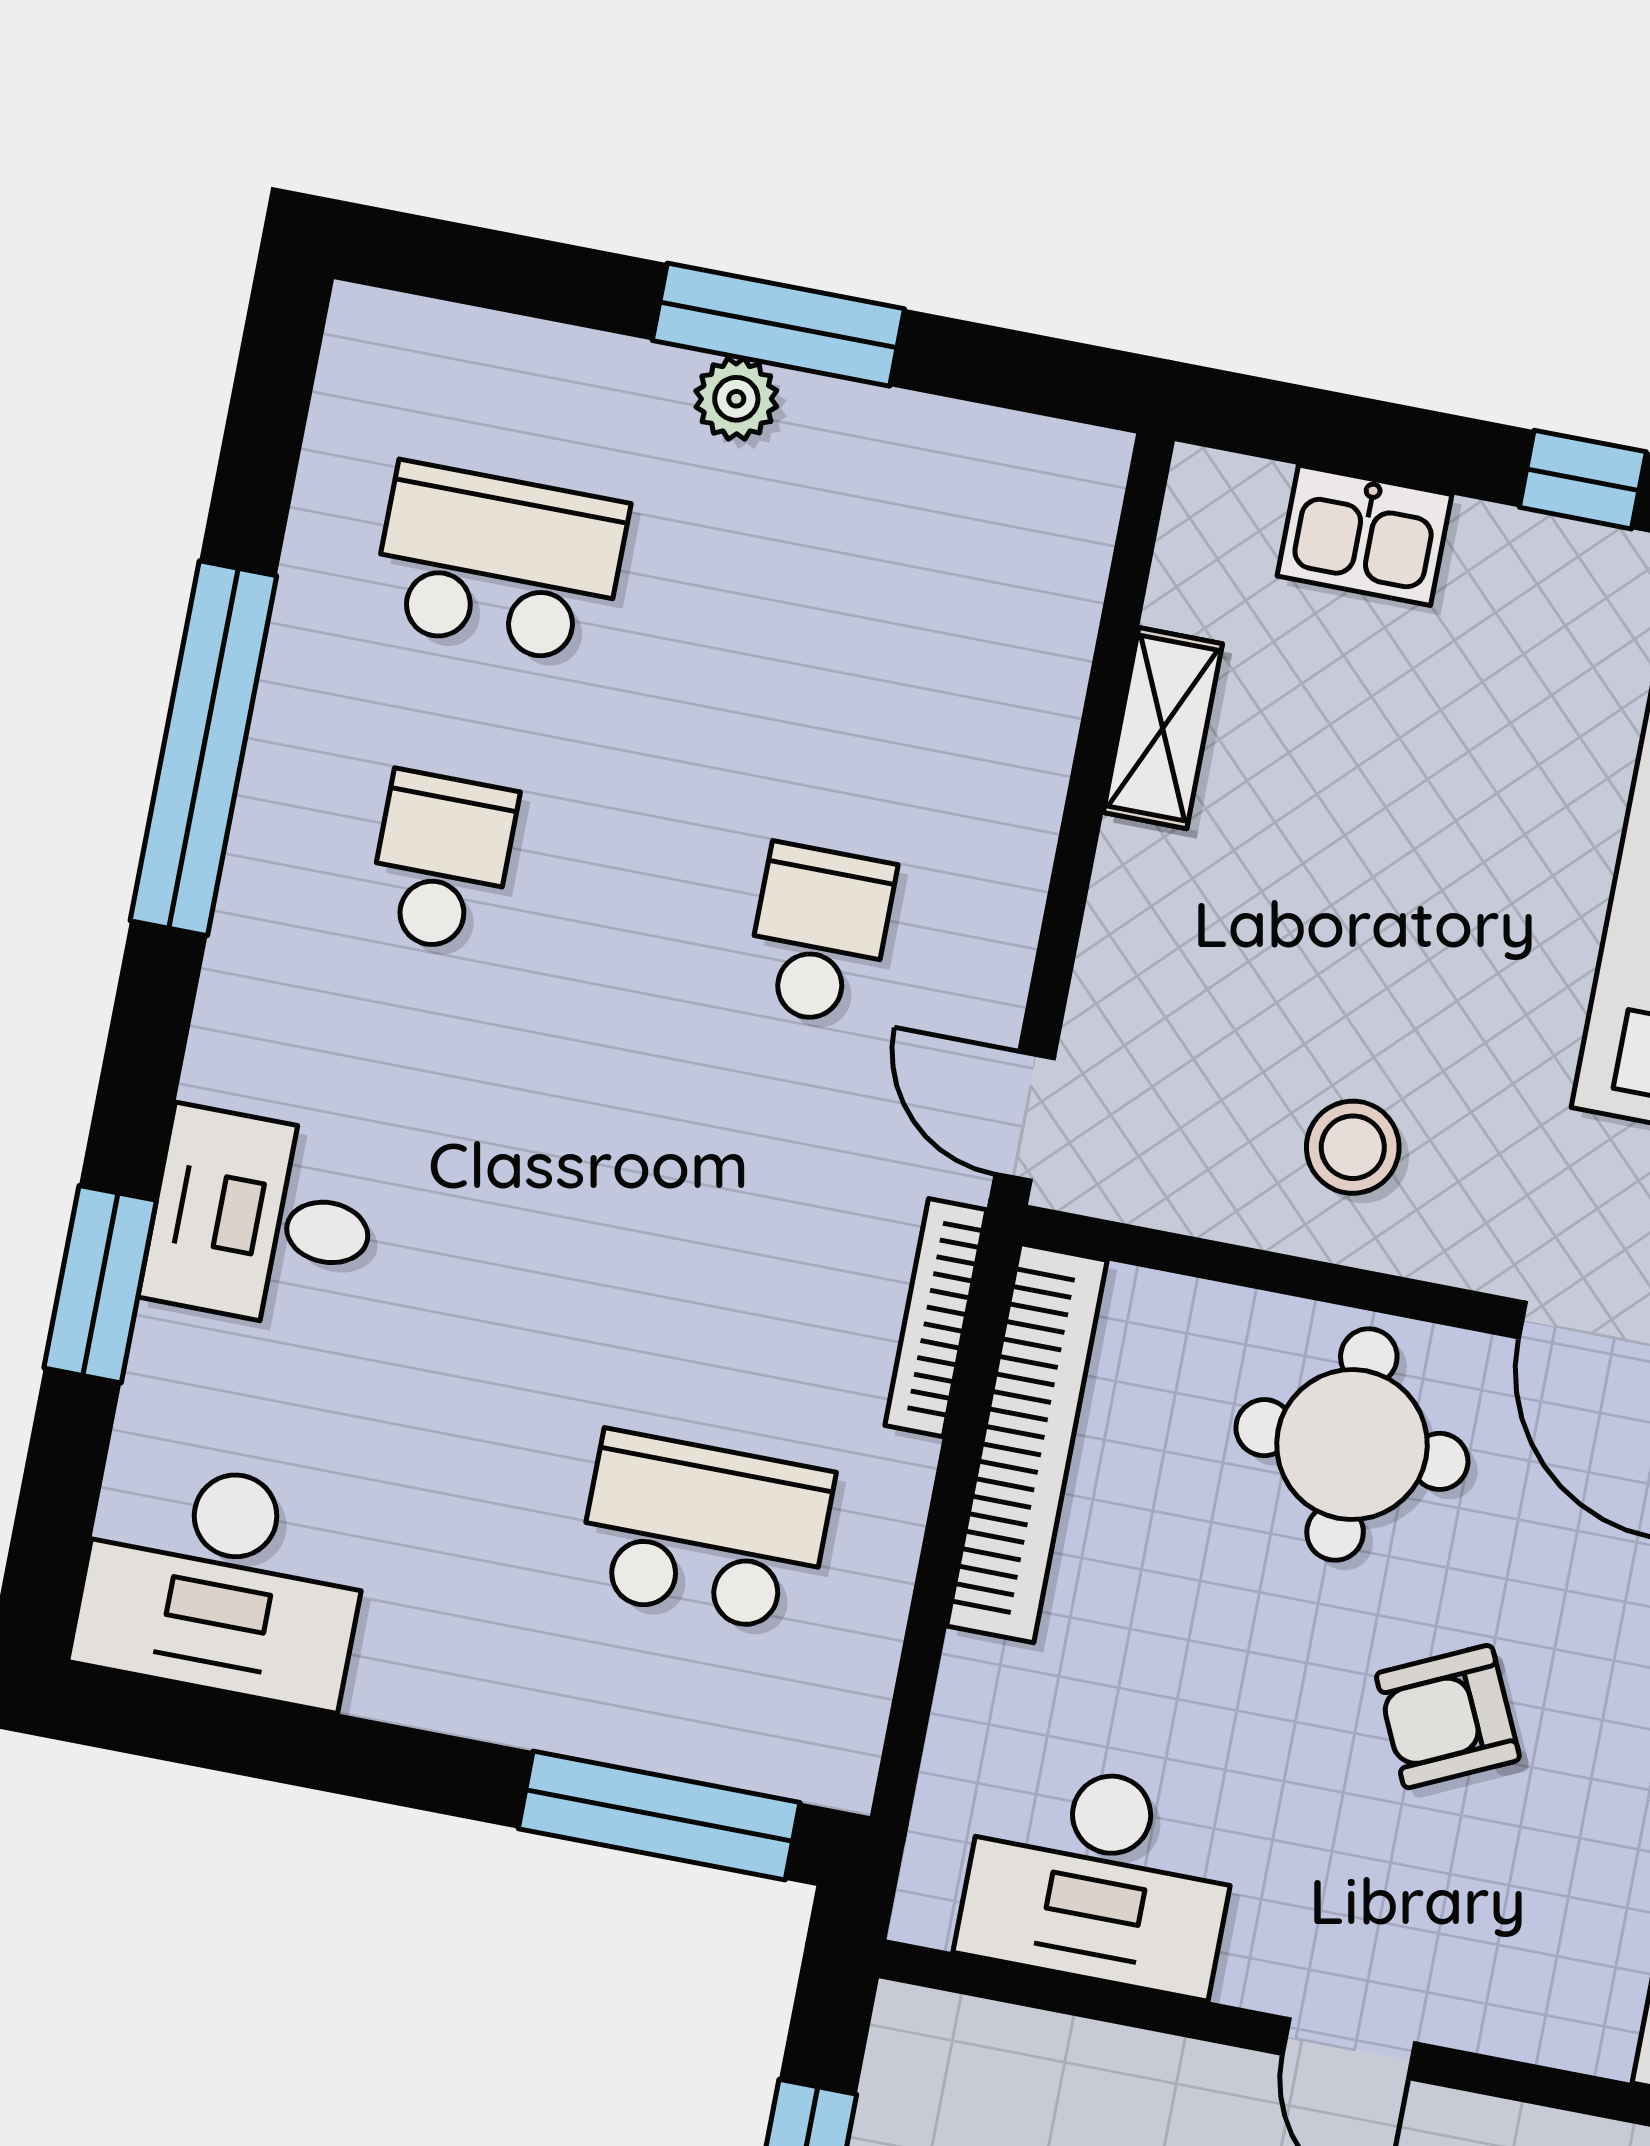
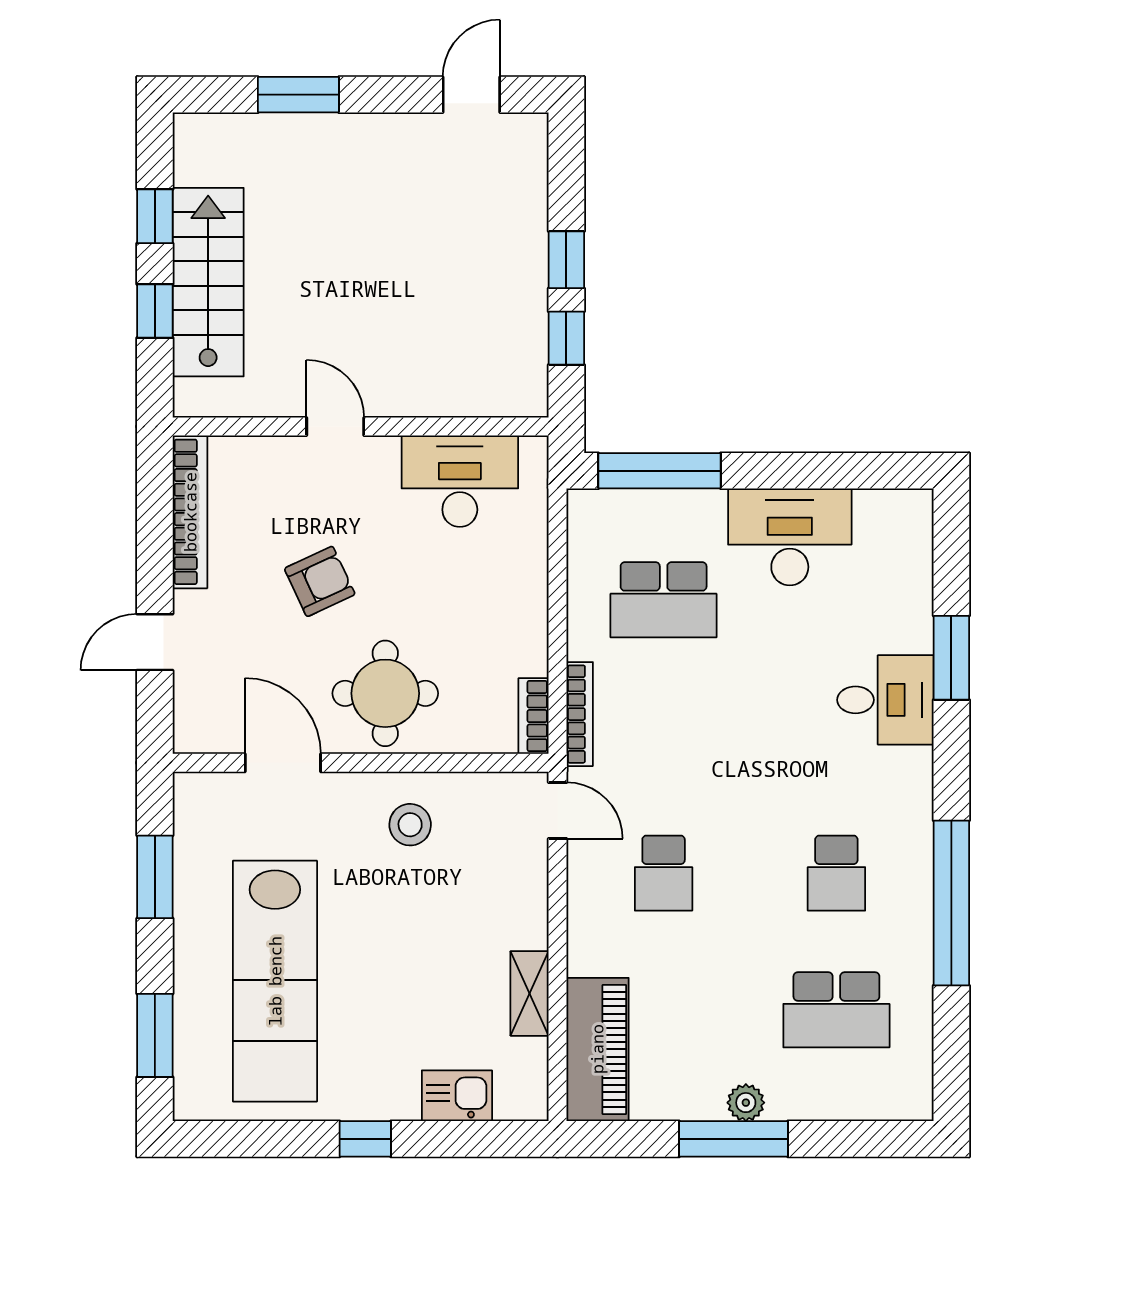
piano: (1038, 577) -> (597, 1049), added
bookcase: (1027, 1443) -> (534, 716), width x0.43, depth x0.76
desk: (223, 1582) -> (790, 537), moved

